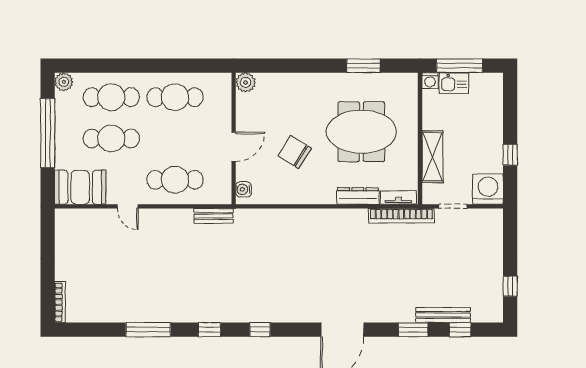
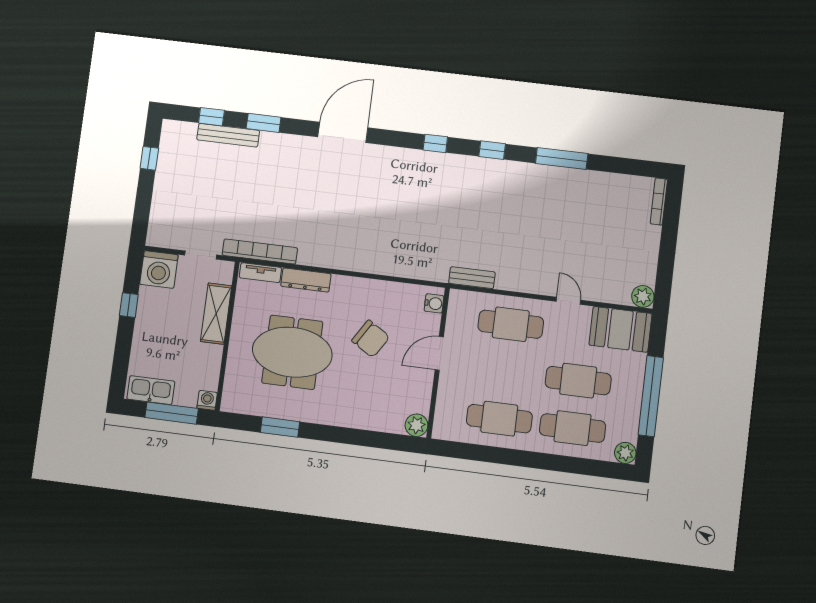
kitchen sink: (454, 83) -> (151, 390), moved, width x1.38
plant: (64, 218) -> (643, 296), added

